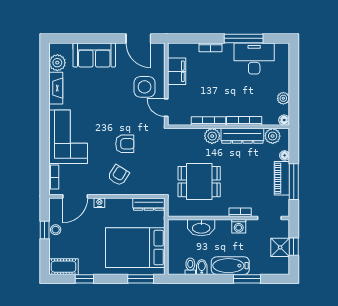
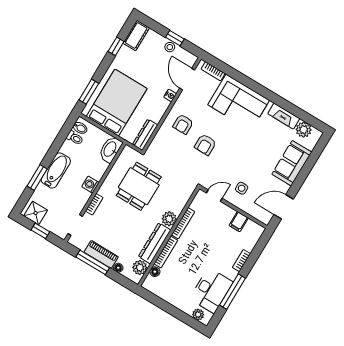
filing cabinet: (177, 71) -> (239, 222), width x0.50
side table: (145, 87) -> (242, 188), width x0.54, depth x0.54
plant: (283, 98) -> (198, 315), moved
floor lamp: (284, 120) -> (155, 272), moved
armchair: (118, 175) -> (183, 124), turned 58
washing machine: (239, 226) -> (90, 185), moved
washbasin: (201, 228) -> (110, 149), moved
shower: (280, 247) -> (36, 213), moved
bidet: (202, 267) -> (80, 128), moved

